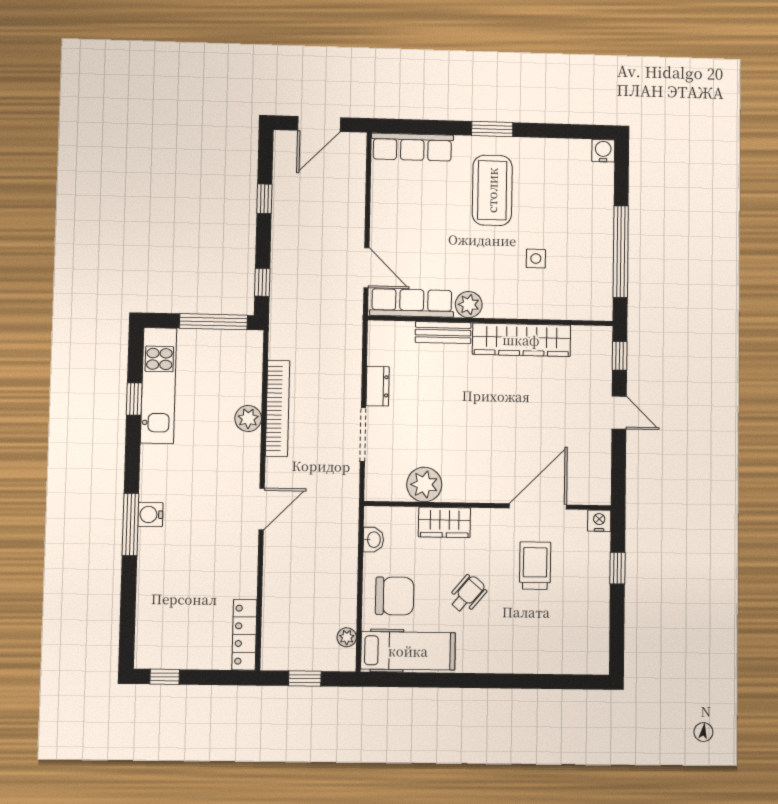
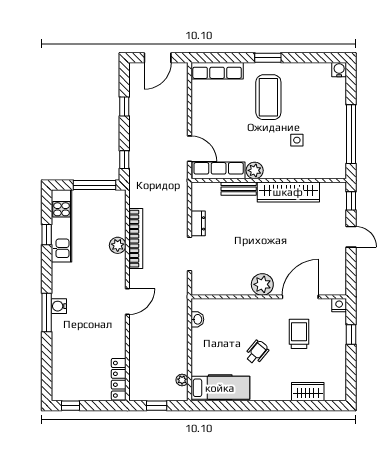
plant: (424, 485) -> (262, 284), moved
wardrobe: (444, 522) -> (308, 392), moved, turned 180
chair: (395, 596) -> (211, 354), removed

